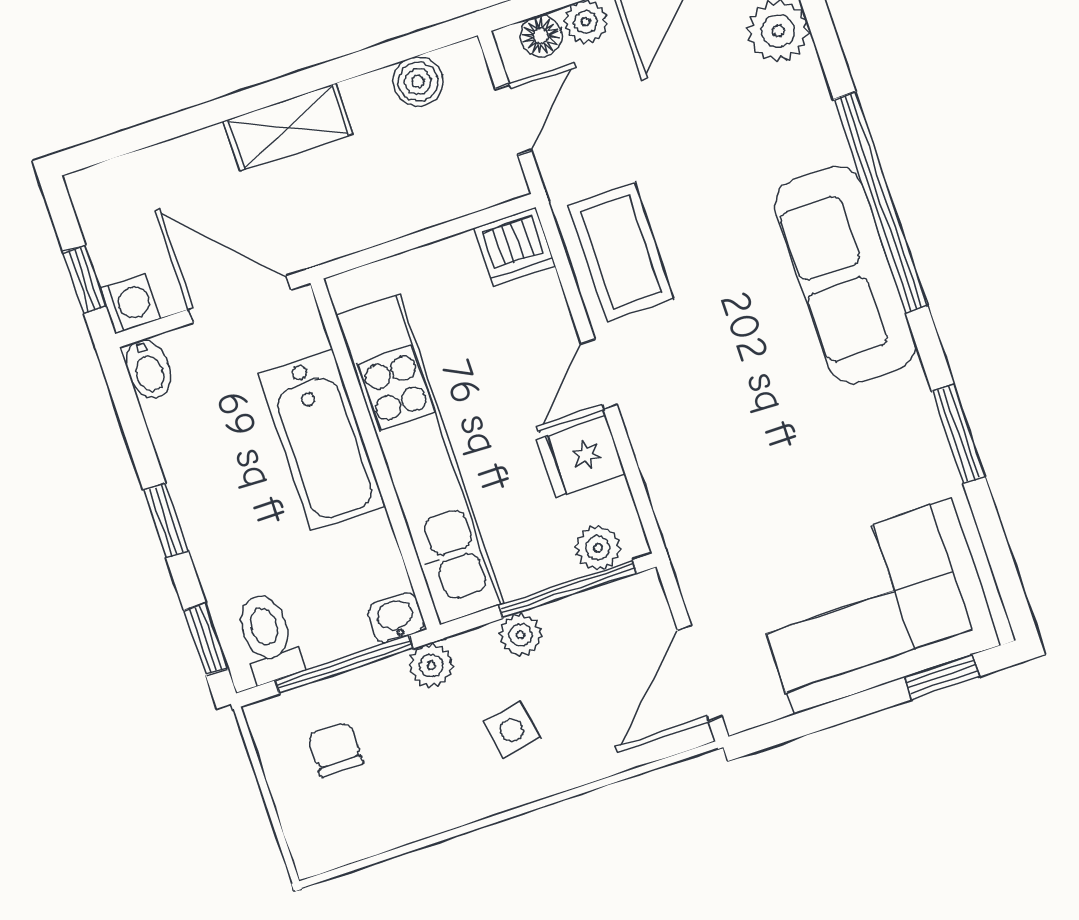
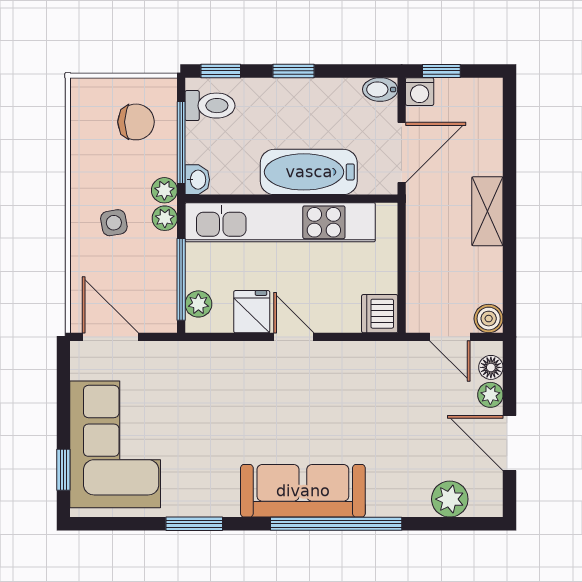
boiler: (418, 82) -> (489, 319), moved
coffee table: (621, 252) -> (357, 372), removed
plant: (521, 635) -> (165, 218), moved
chair: (335, 749) -> (136, 122), width x1.37, depth x1.37

